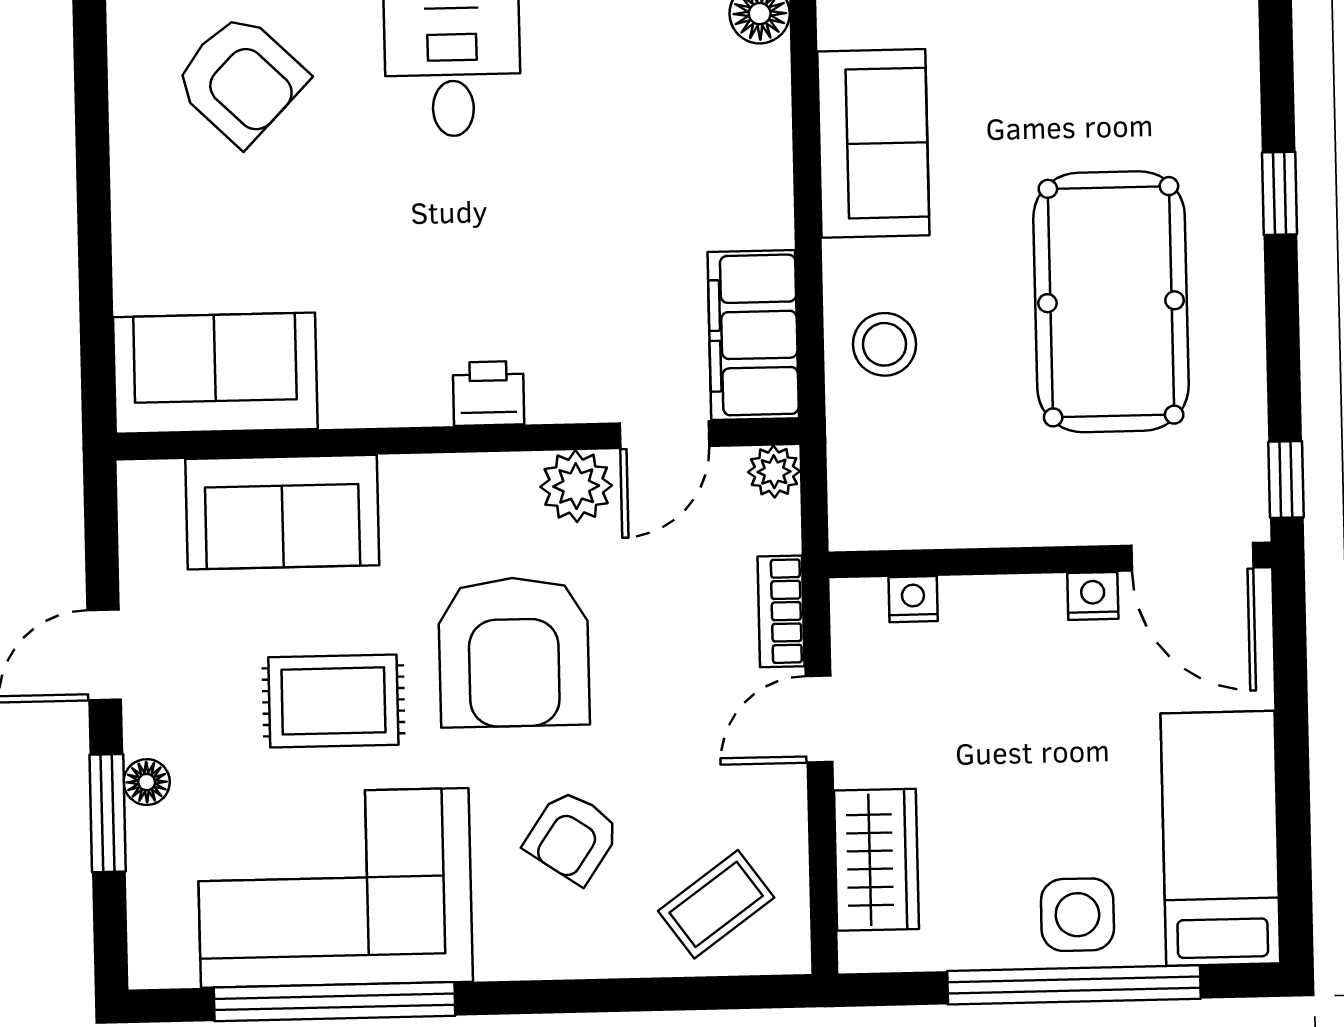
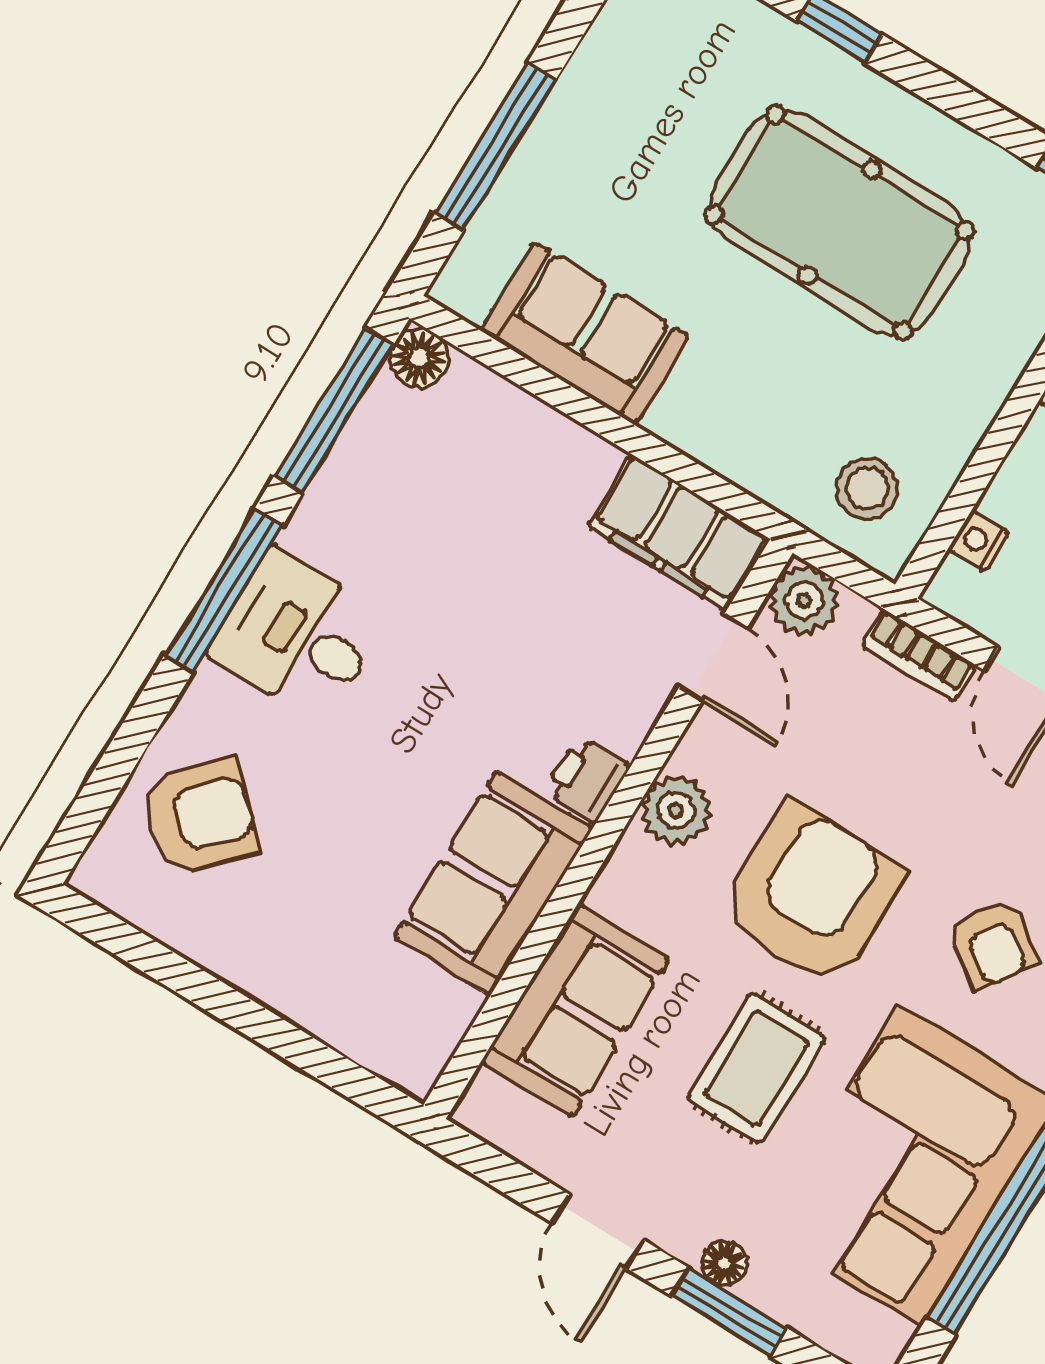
stool: (885, 344) -> (867, 489), moved
sofa: (215, 373) -> (493, 883), moved
plant: (774, 472) -> (804, 600), width x1.38, depth x1.38
plant: (576, 486) -> (676, 810), moved
armchair: (514, 652) -> (811, 895), turned -90

